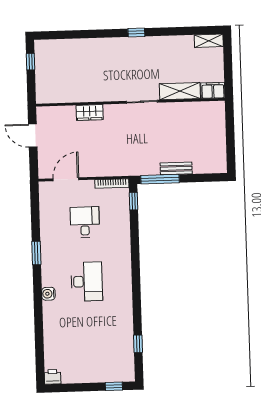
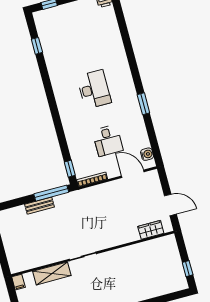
filing cabinet: (213, 90) -> (18, 282), width x0.50
wardrobe: (90, 112) -> (151, 230), moved
door: (66, 179) -> (133, 174), swing flipped
desk: (87, 281) -> (94, 89), turned 180
water cooler: (48, 294) -> (147, 154), moved

